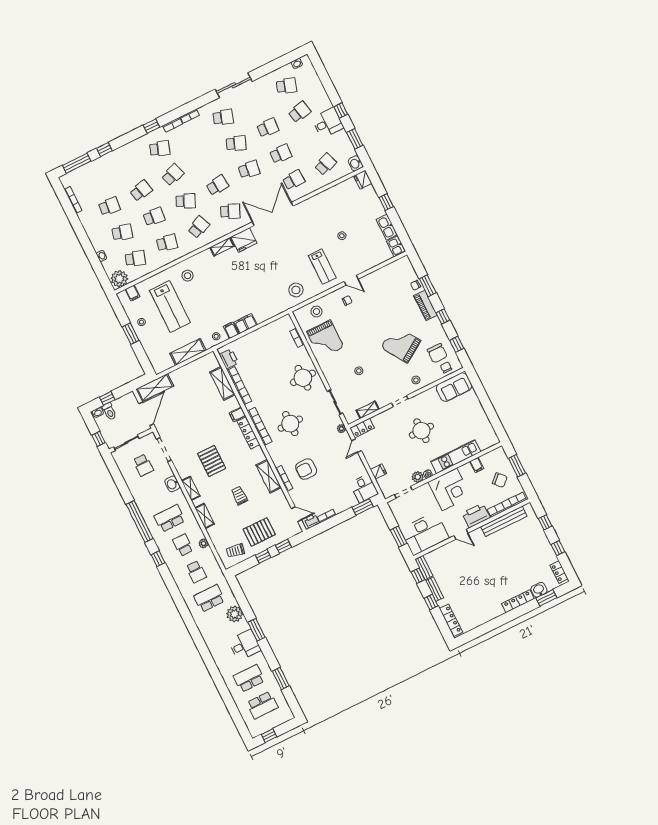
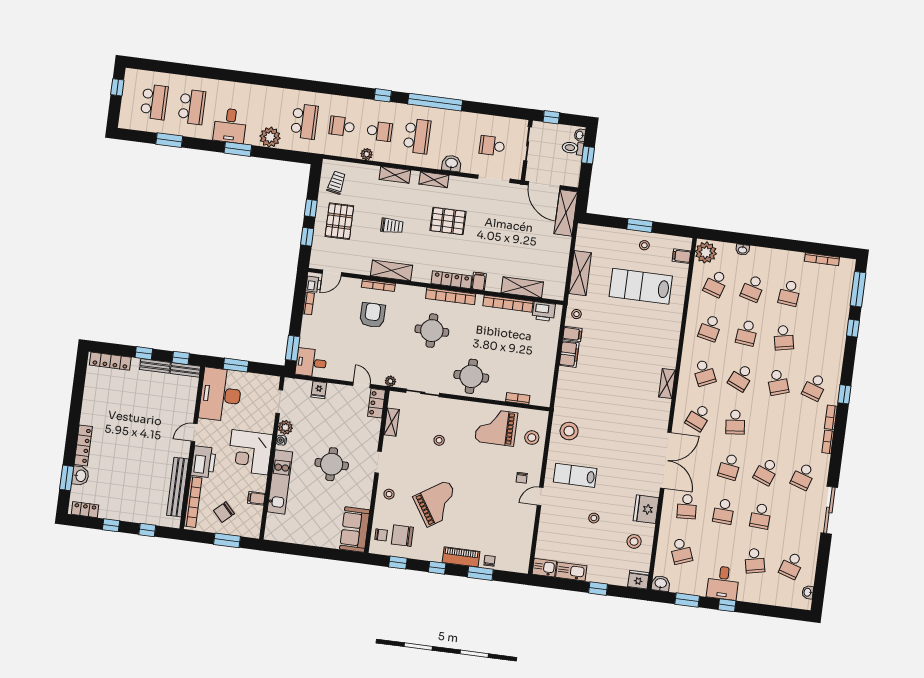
fridge: (244, 240) -> (646, 509), moved
stool: (188, 276) -> (634, 541), moved
school desk: (262, 705) -> (154, 102), turned 180

